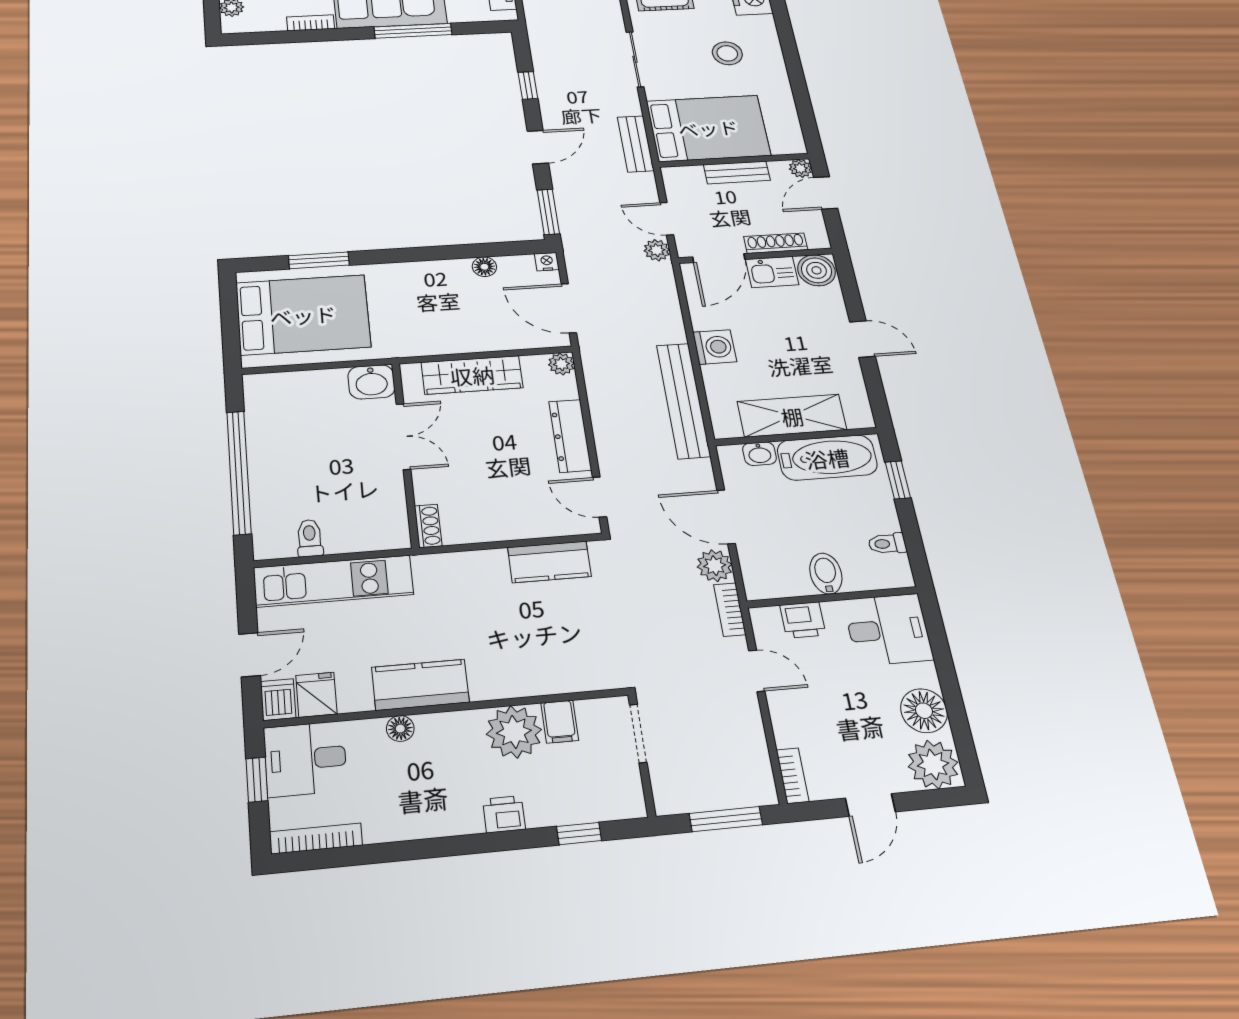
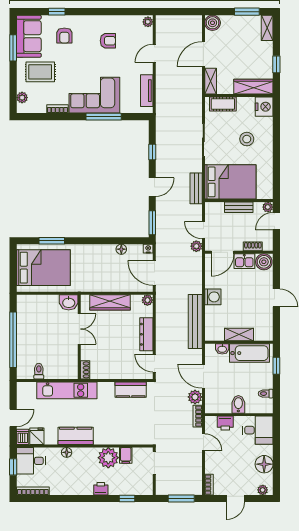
shoe rack: (776, 243) -> (253, 246), width x0.70
shelving: (792, 416) -> (239, 335), width x0.67, depth x0.75
kitchen unit: (333, 581) -> (67, 390), moved
plant: (933, 764) -> (263, 490), width x0.53, depth x0.53

